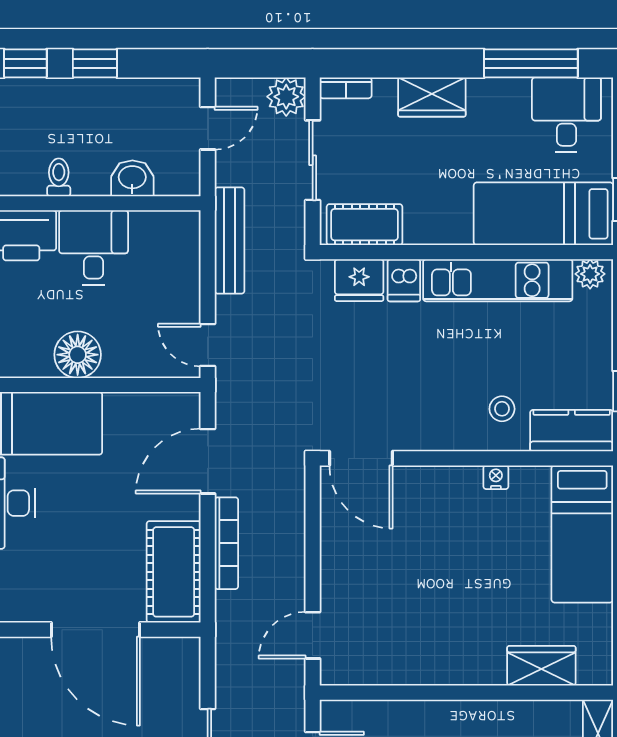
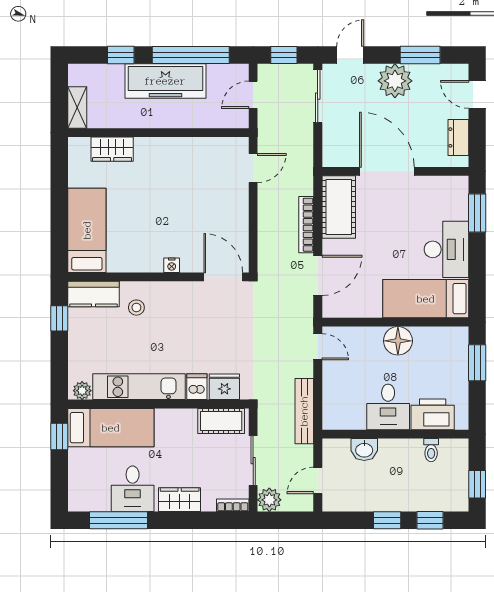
desk: (566, 115) -> (133, 489), moved
toilet: (59, 177) -> (431, 450), moved
nightstand: (496, 477) -> (172, 265), moved

